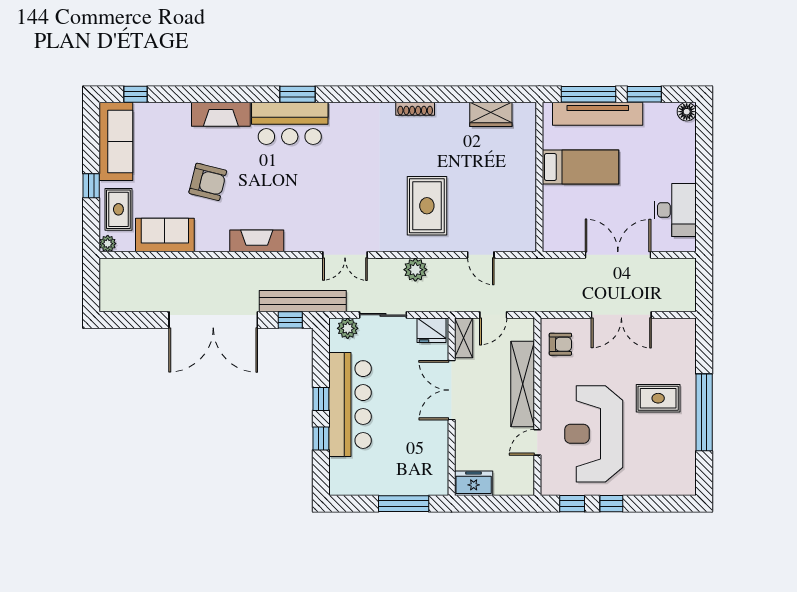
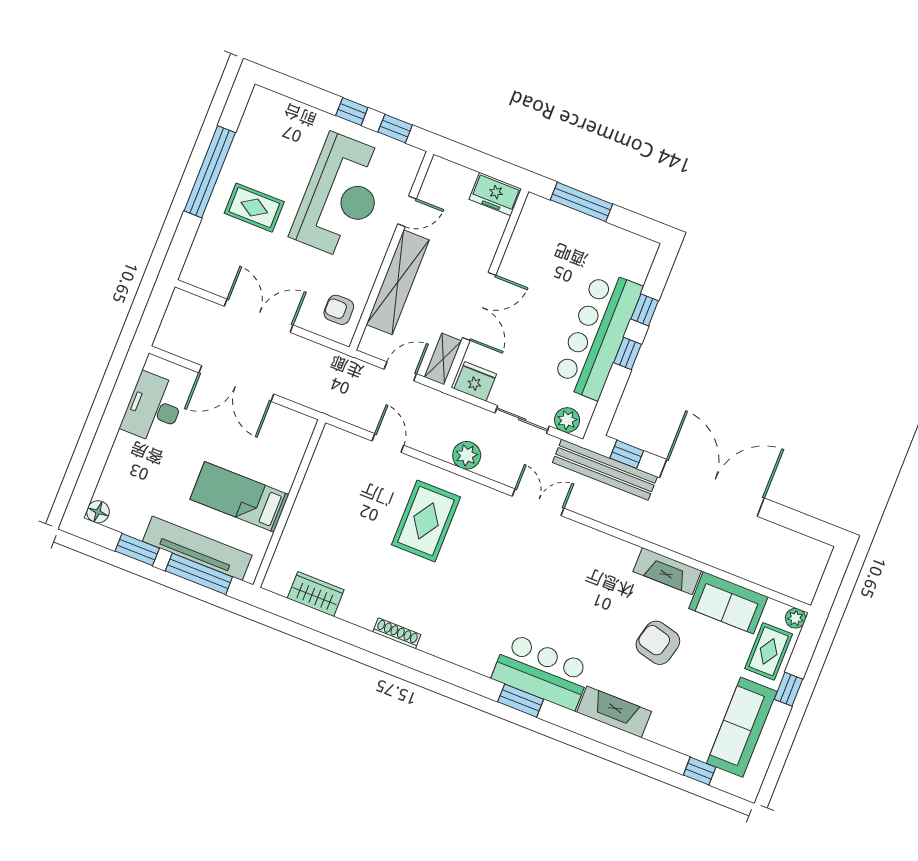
fireplace: (257, 241) -> (667, 571), moved

